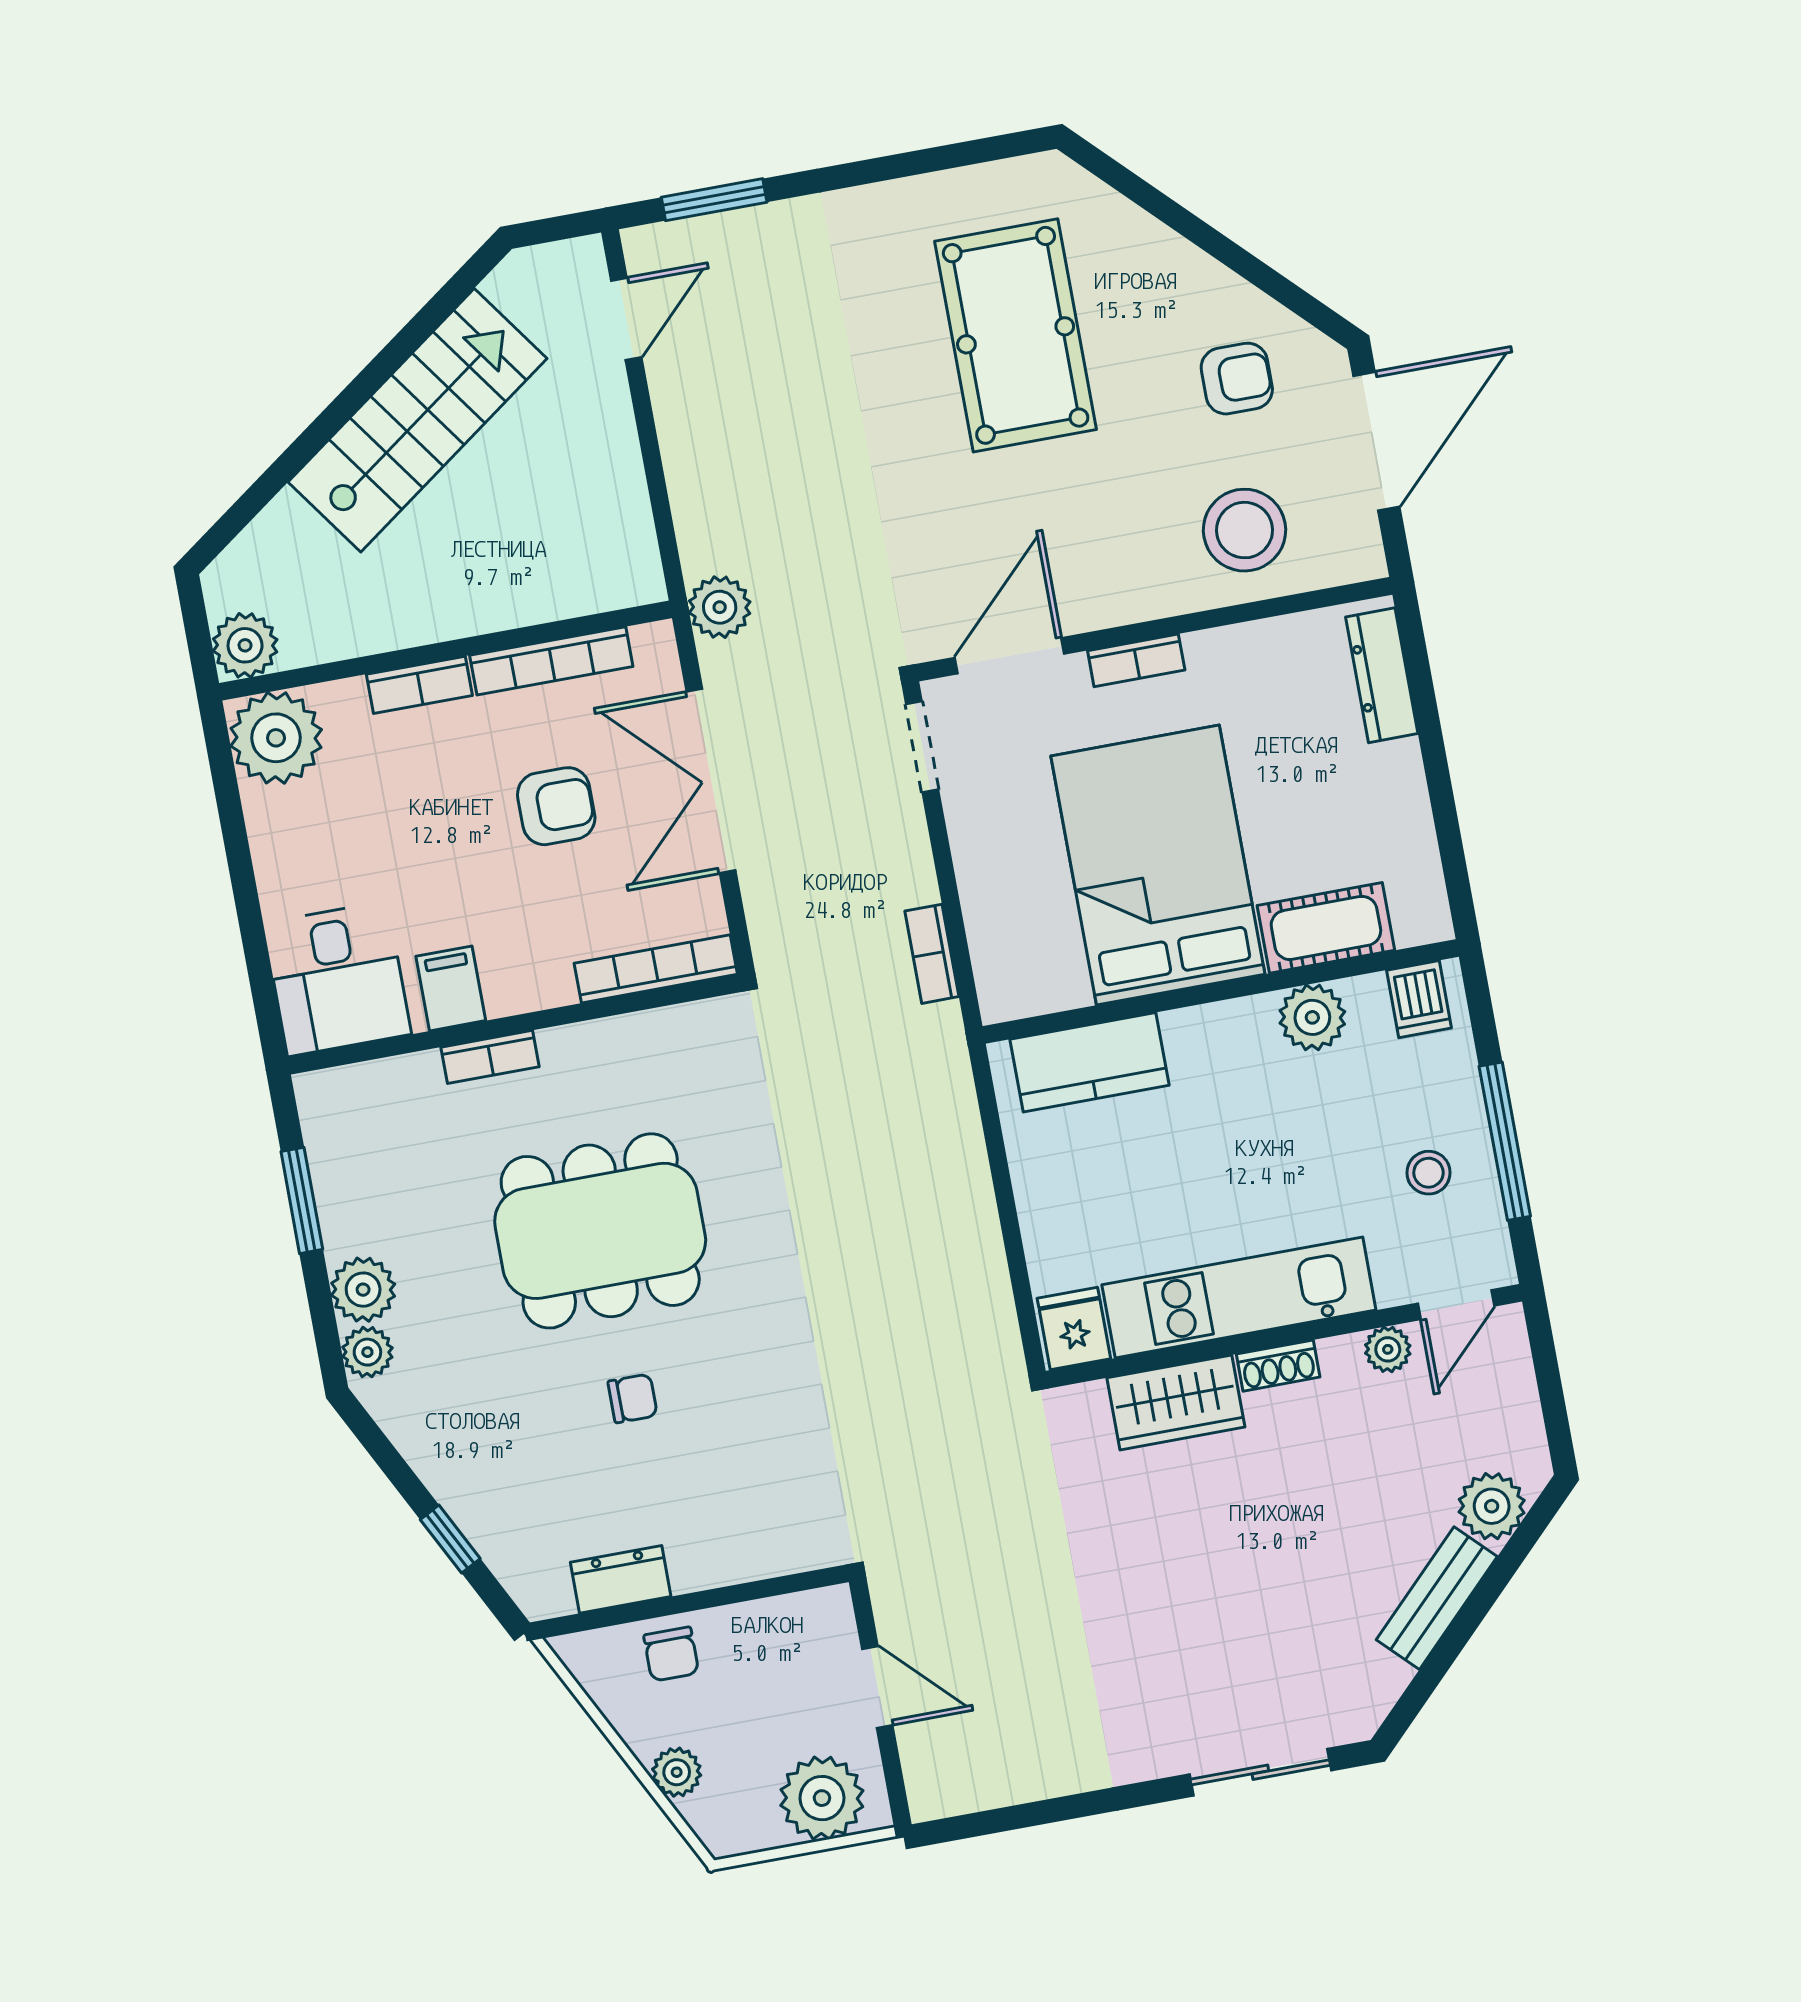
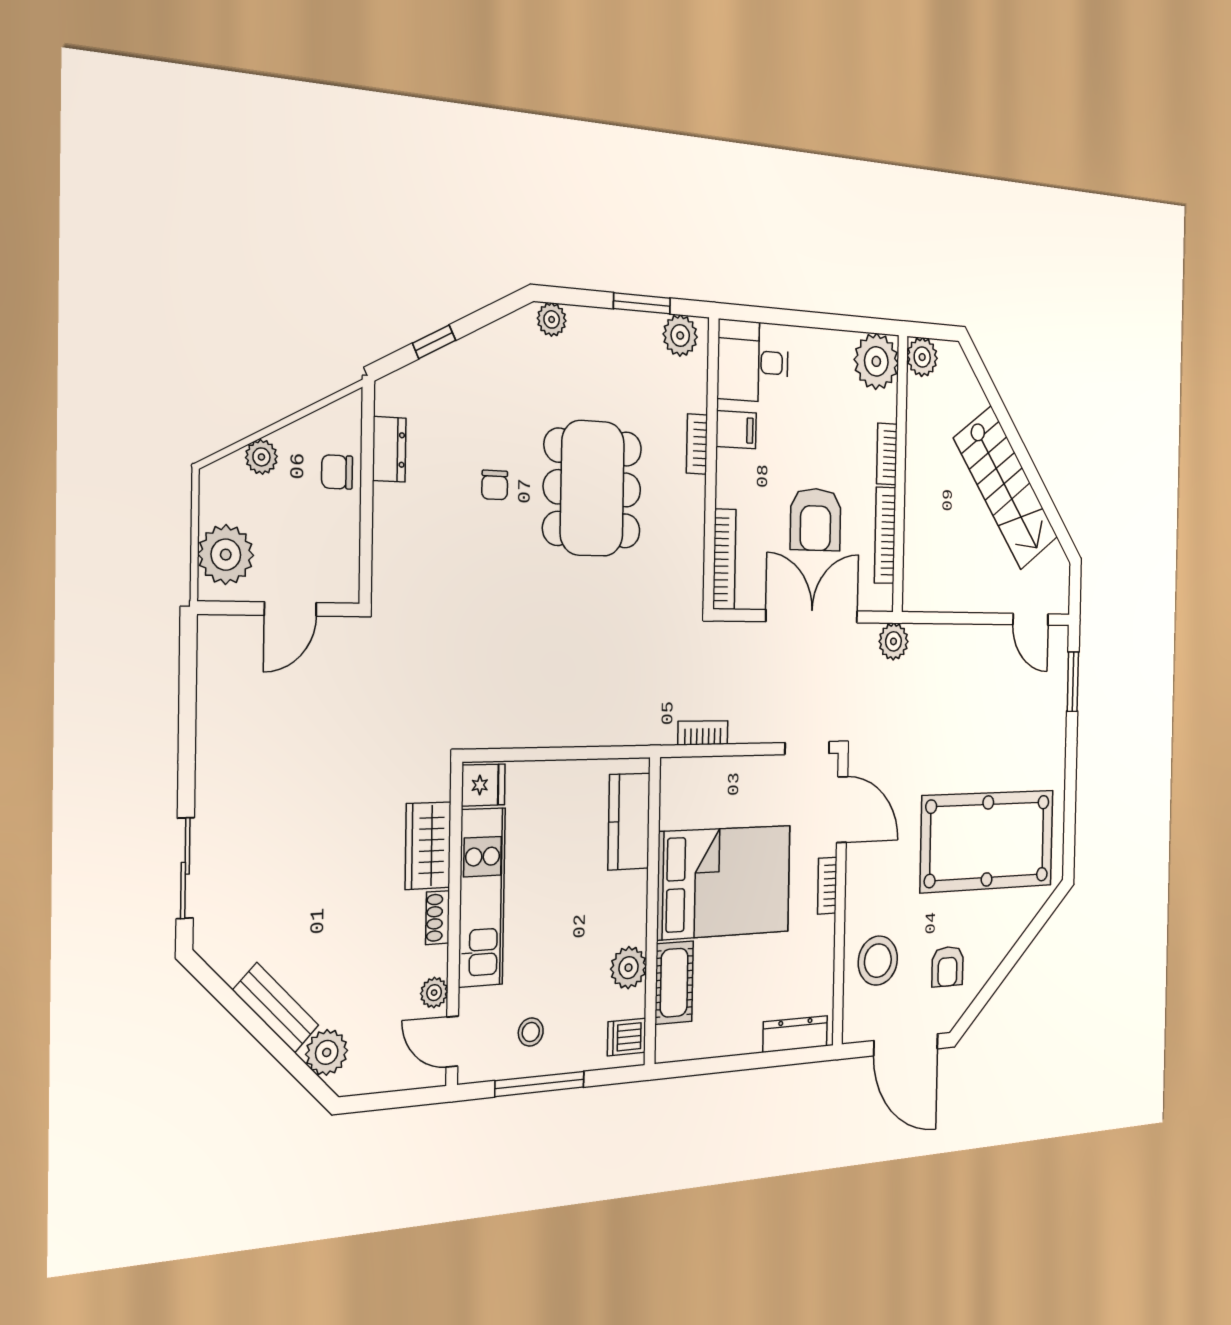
pool table: (1016, 335) -> (987, 841), width x1.36, depth x1.32
armchair: (556, 806) -> (816, 519), width x1.38, depth x1.38
plant: (363, 1290) -> (680, 336), moved

